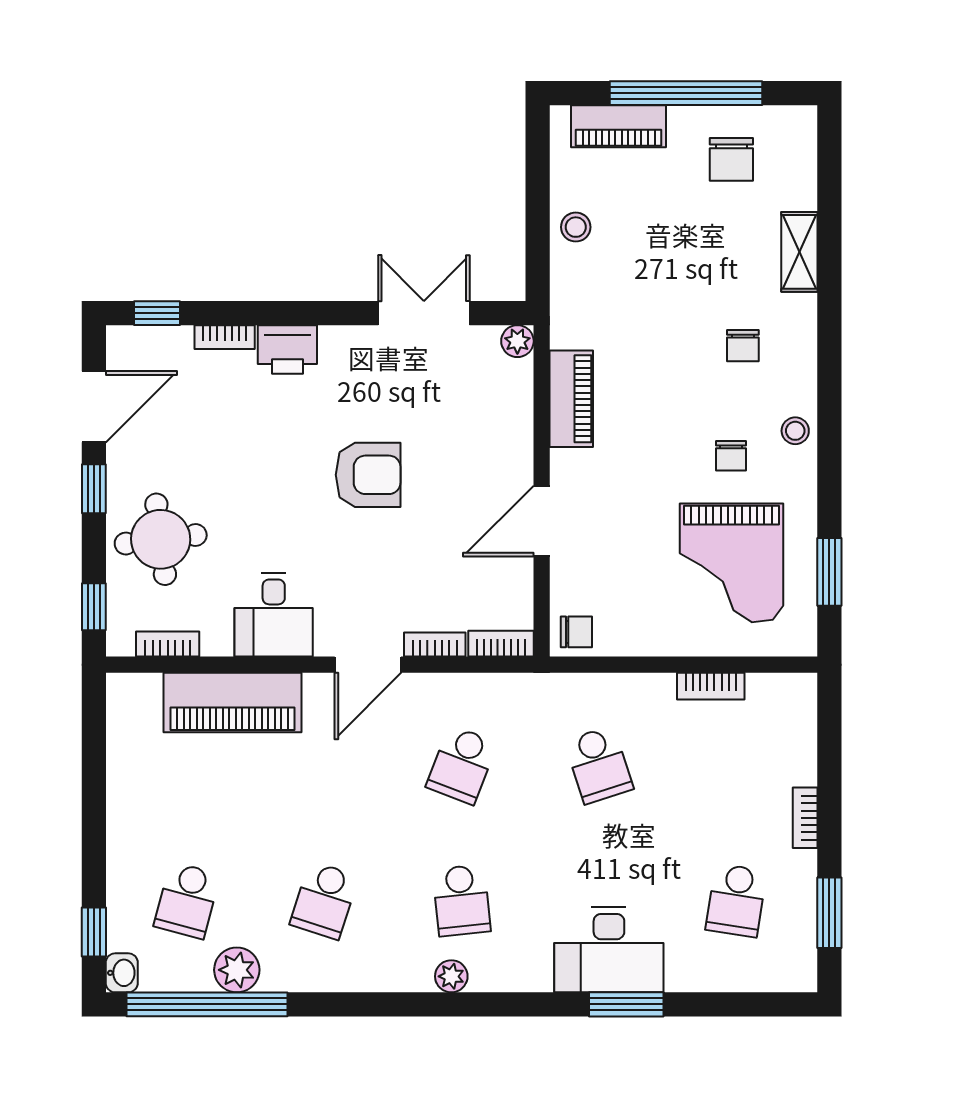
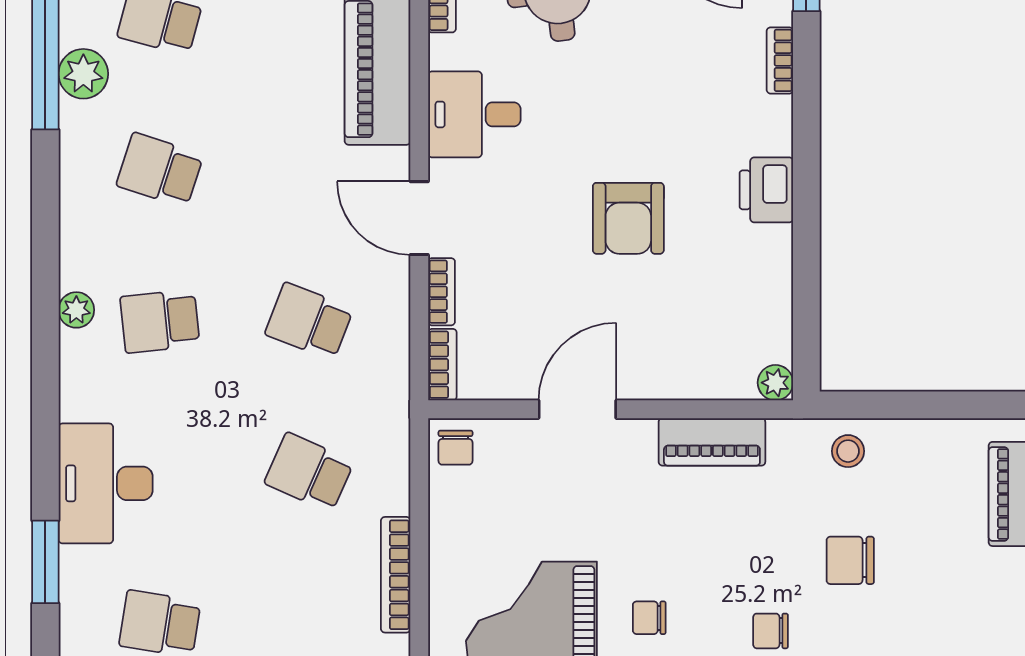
chair: (731, 159) -> (850, 560), moved
stool: (576, 227) -> (848, 451), moved
double door: (424, 313) -> (806, 280), removed
printer: (287, 349) -> (766, 190), moved
door: (542, 521) -> (577, 409), hinge flipped
bookcase: (711, 686) -> (396, 575), width x1.56
school desk: (599, 765) -> (309, 472), turned 42
window: (626, 1004) -> (45, 562), moved

